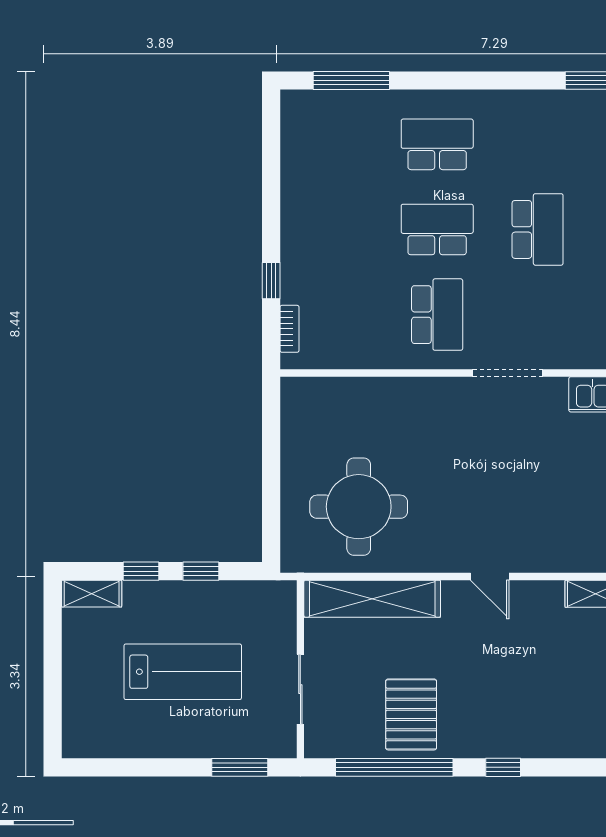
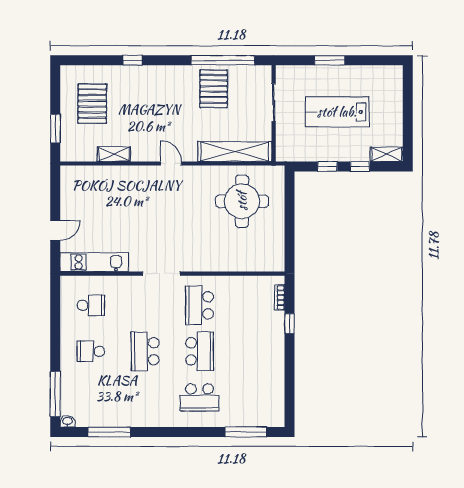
school desk: (437, 229) -> (200, 351), turned -90
window: (240, 767) -> (330, 60), moved
window: (503, 767) -> (133, 60), moved

